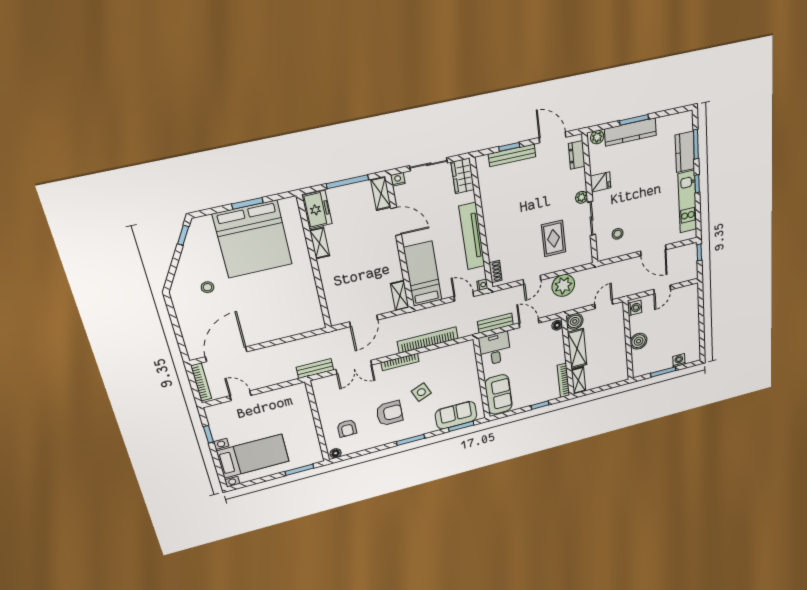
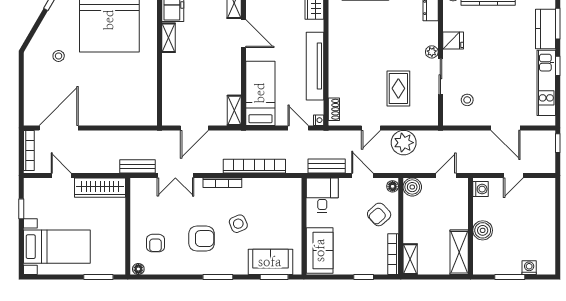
shelving: (577, 349) -> (459, 252), moved
armchair: (548, 352) -> (379, 214), added
wardrobe: (282, 396) -> (100, 188), added

